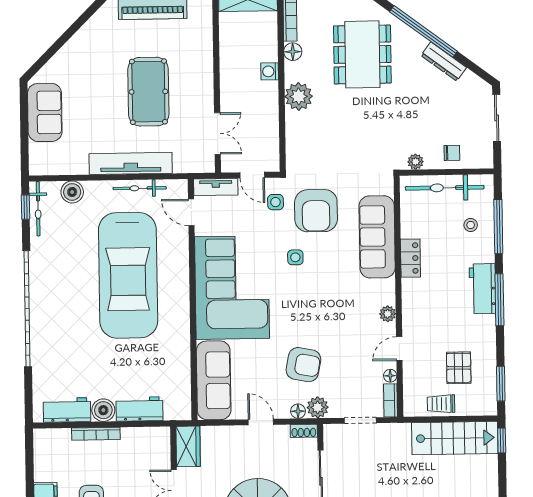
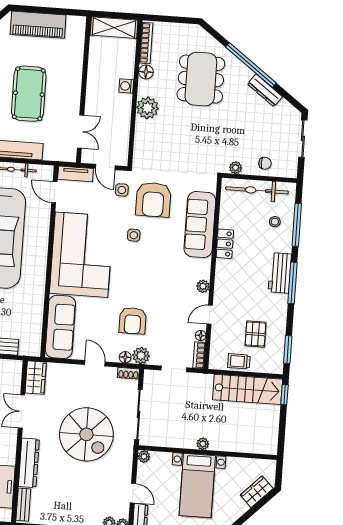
armchair: (303, 365) -> (133, 321), turned 79

